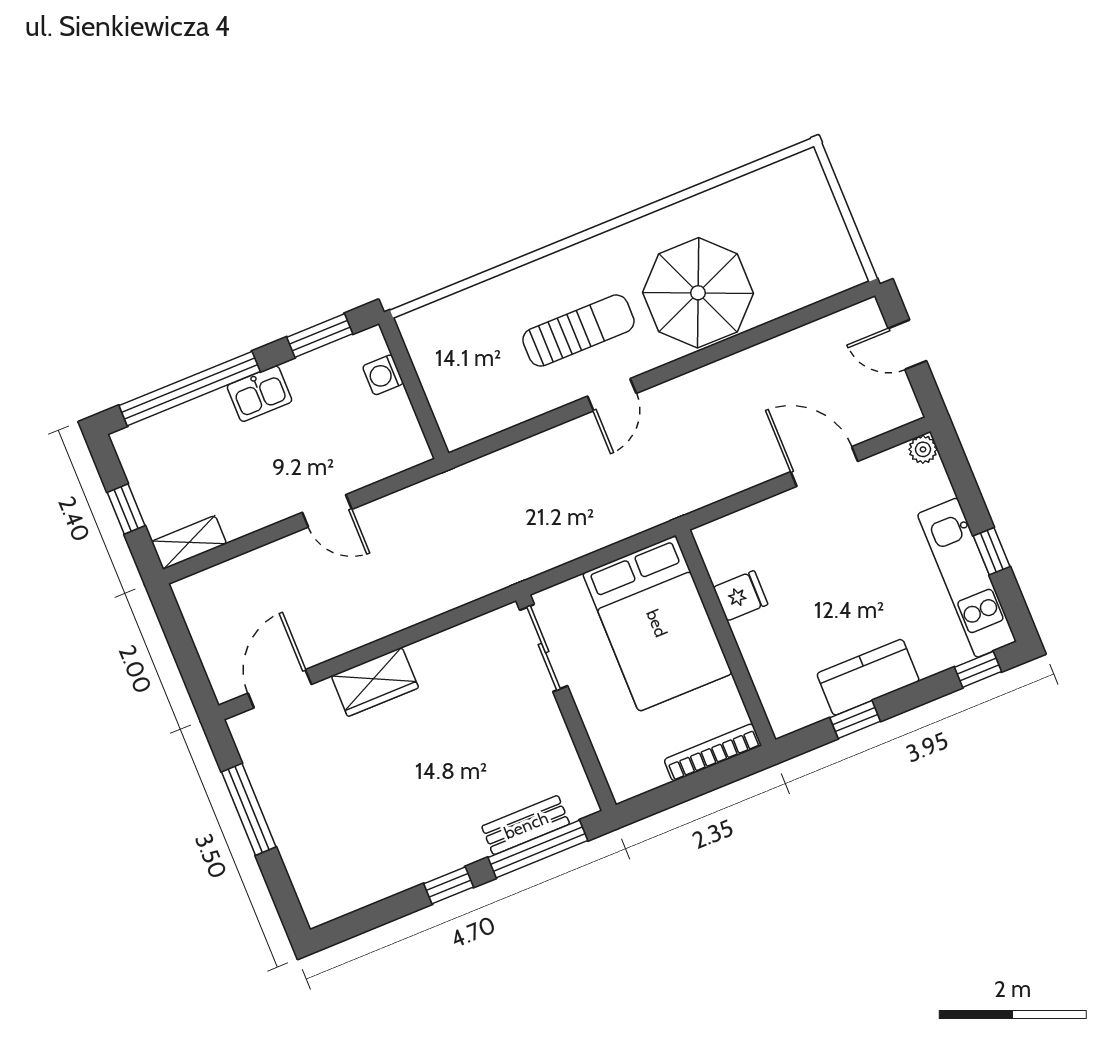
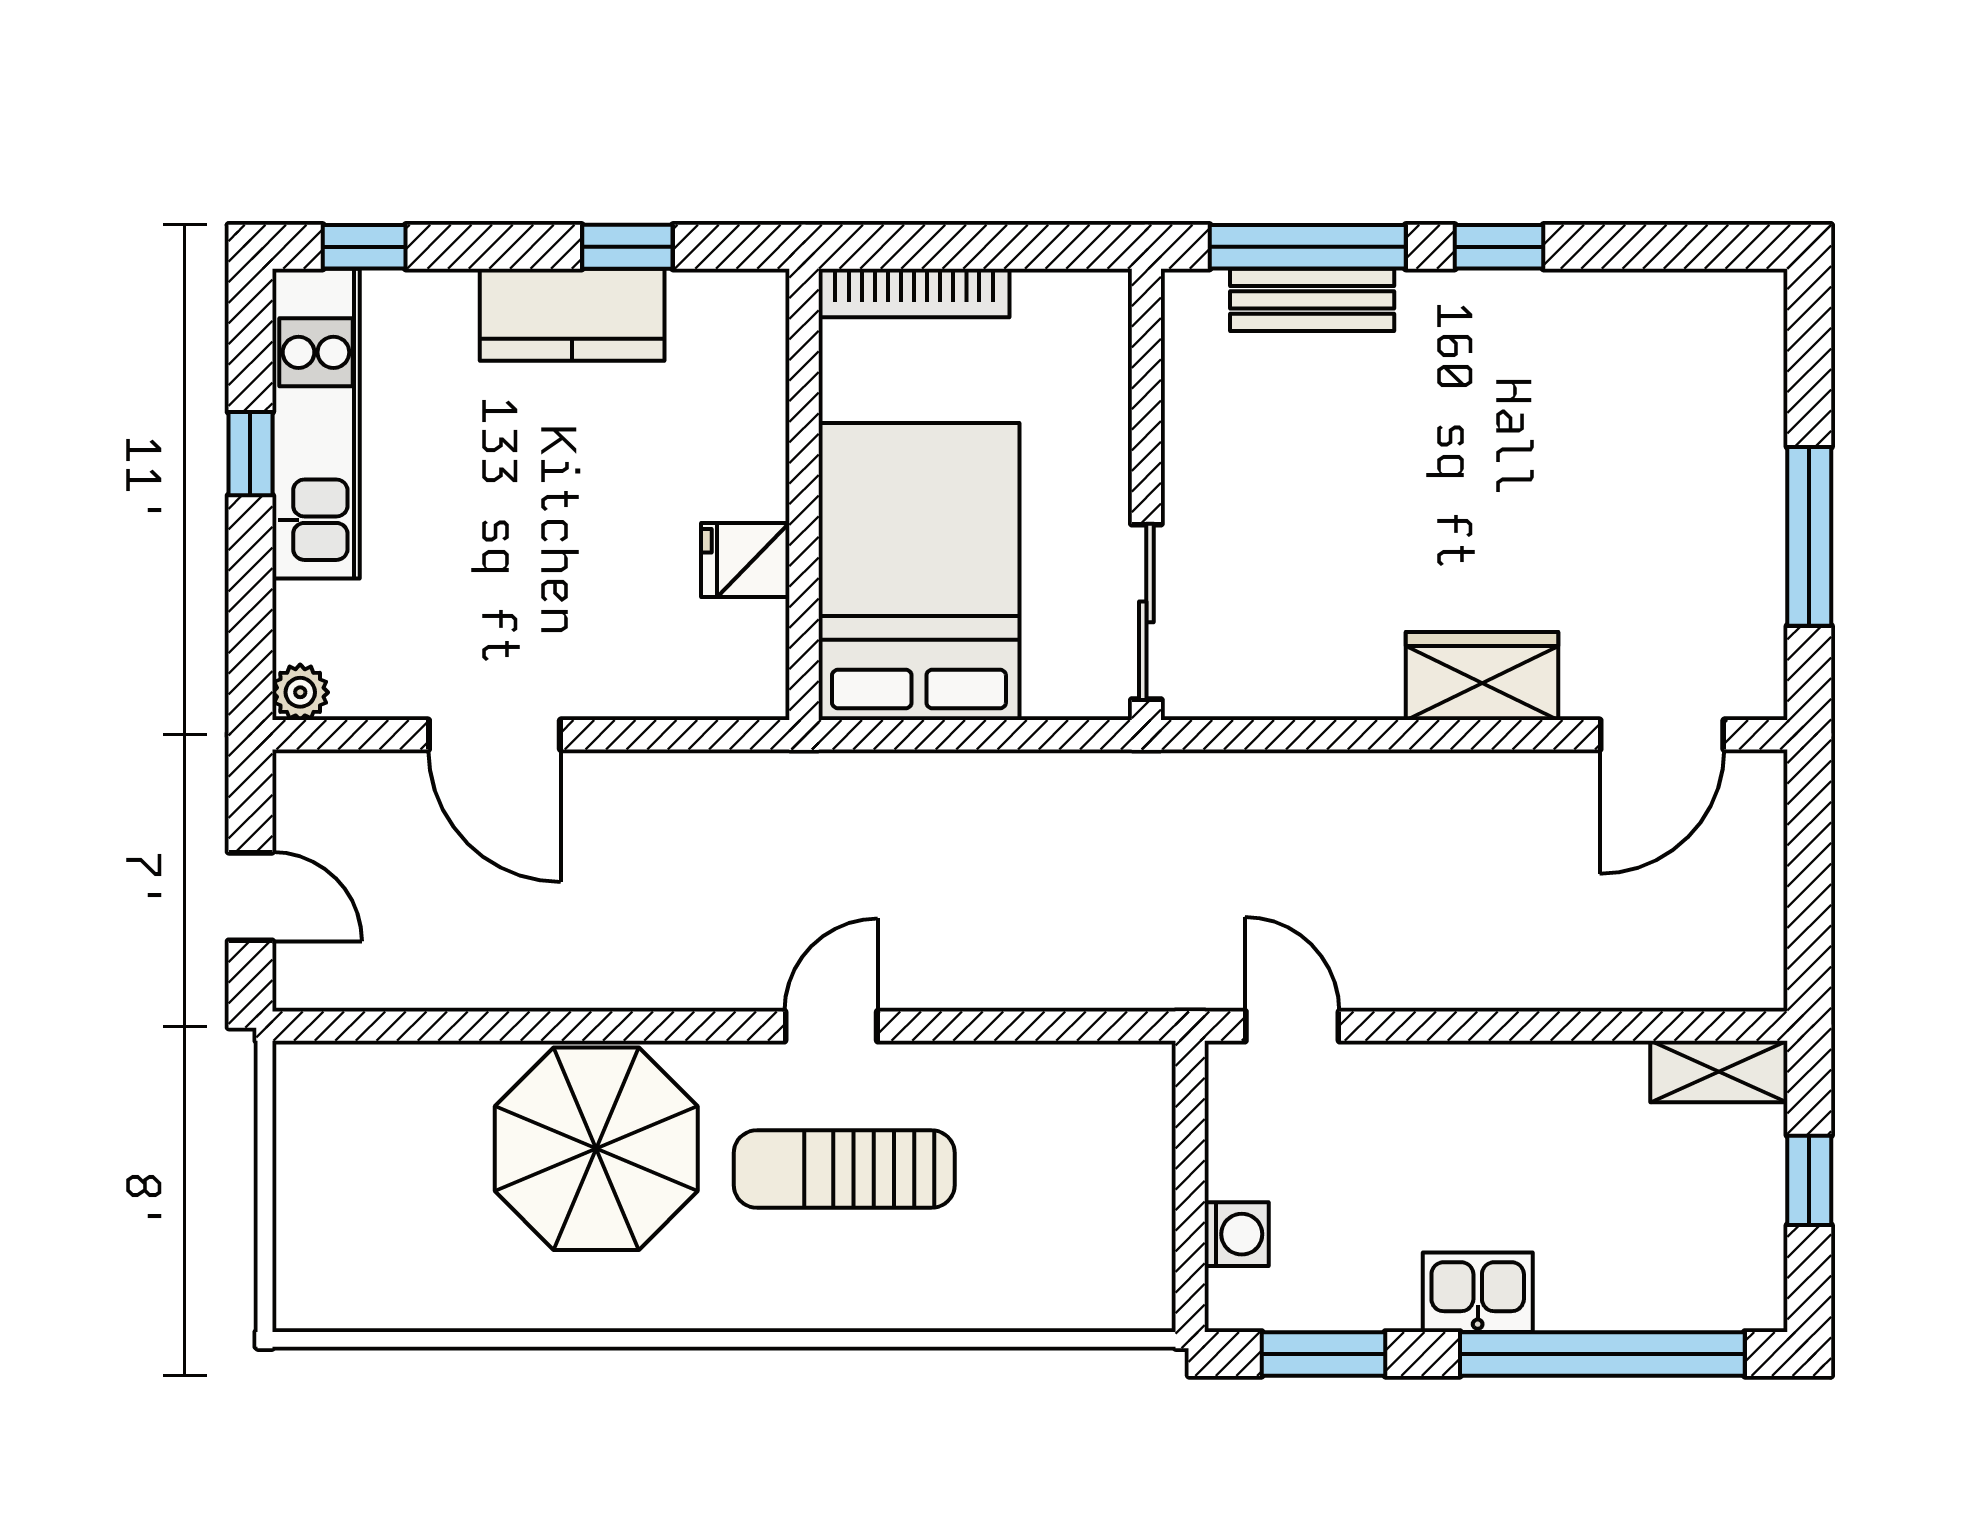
door: (327, 511) -> (1292, 1026), moved

